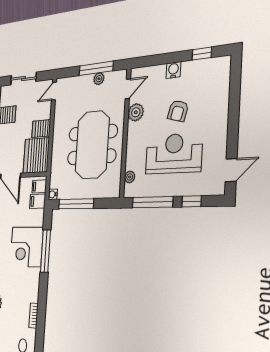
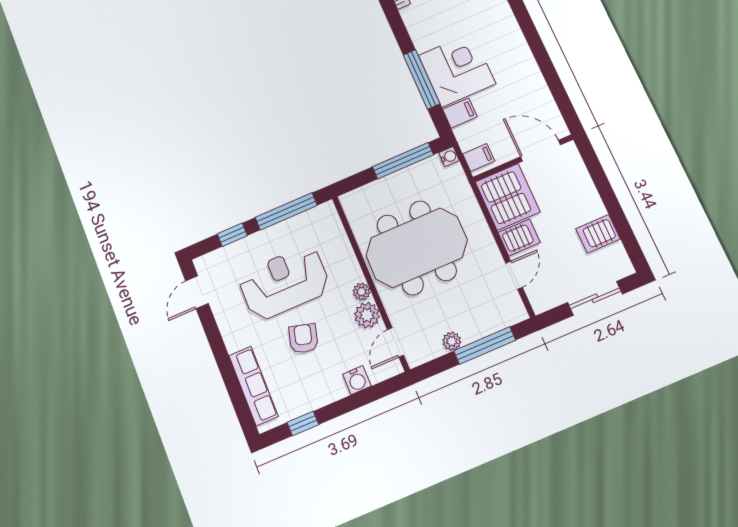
window: (96, 68) -> (485, 346), moved
water cooler: (173, 70) -> (357, 380), moved
row of seats: (222, 89) -> (253, 386), added
door: (54, 91) -> (514, 275), moved
meeting table: (92, 145) -> (416, 248), turned 90
reception desk: (174, 154) -> (284, 283), turned 180
plant: (130, 177) -> (362, 292), moved
filing cabinet: (38, 201) -> (460, 113), moved

